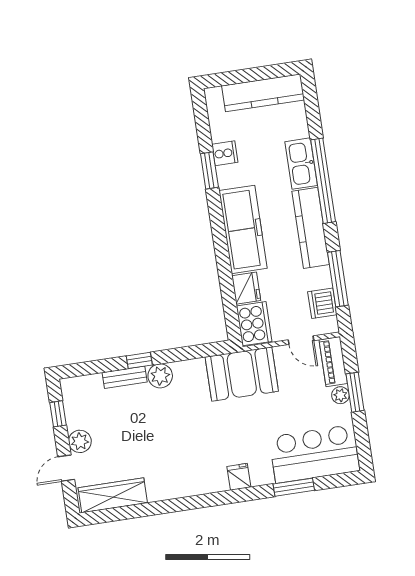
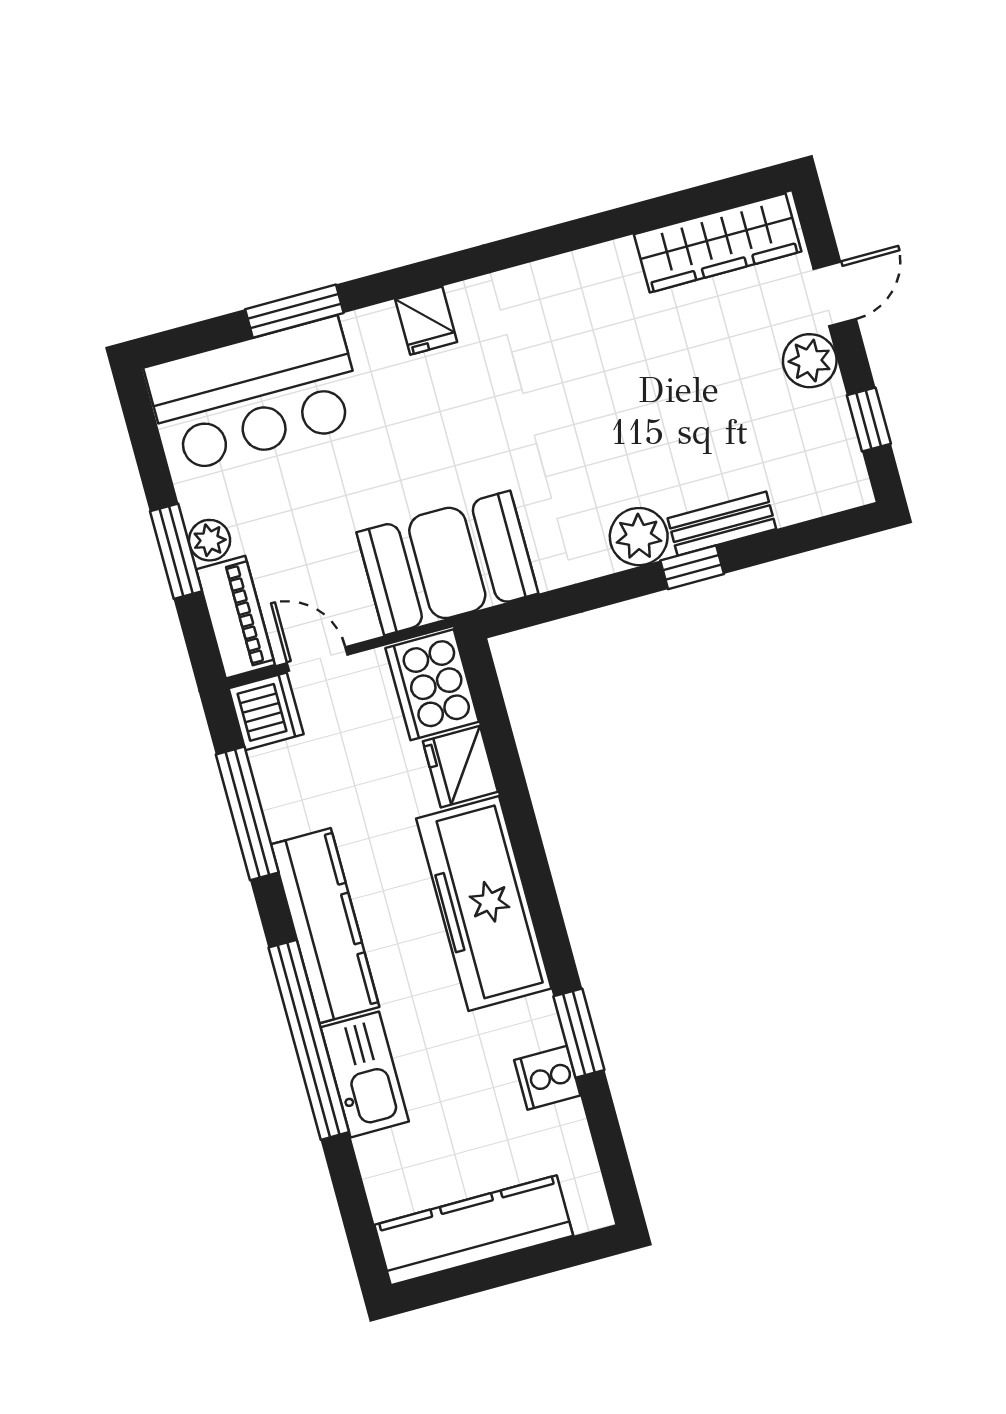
dishwasher: (322, 303) -> (266, 711), moved

